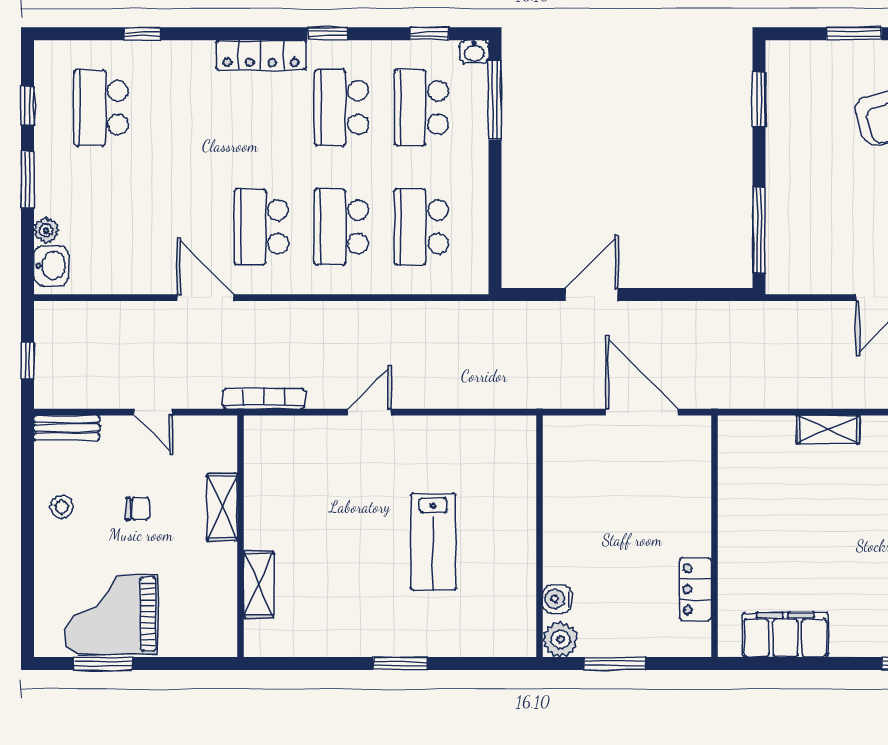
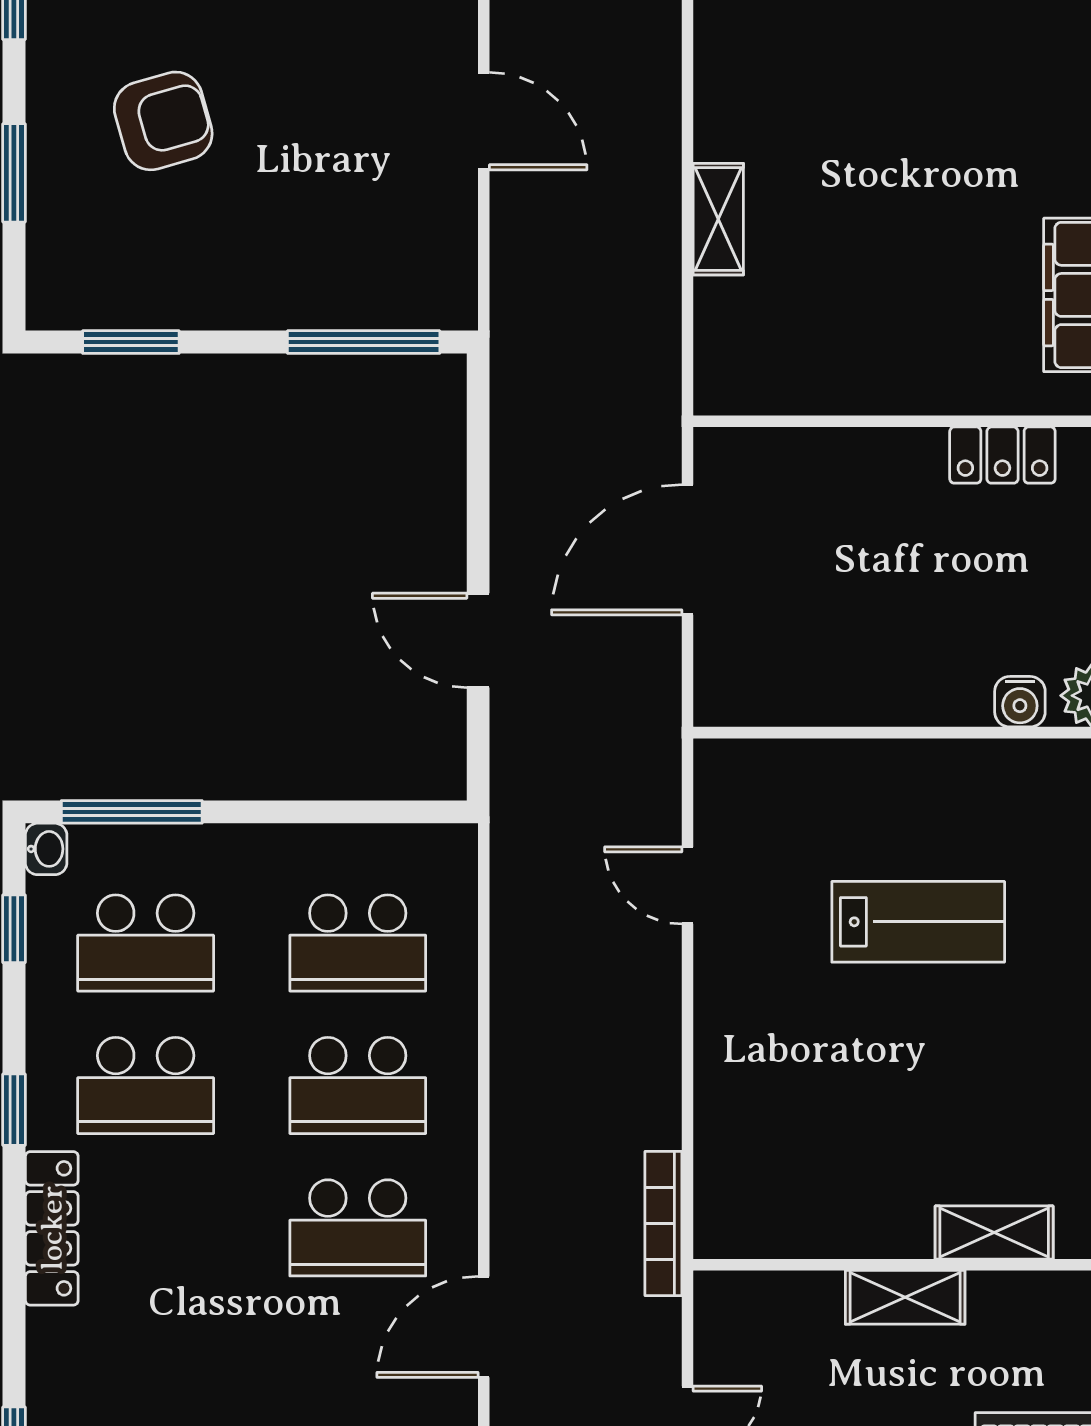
door: (369, 412) -> (688, 885), moved
shelving: (222, 507) -> (905, 1297), moved

